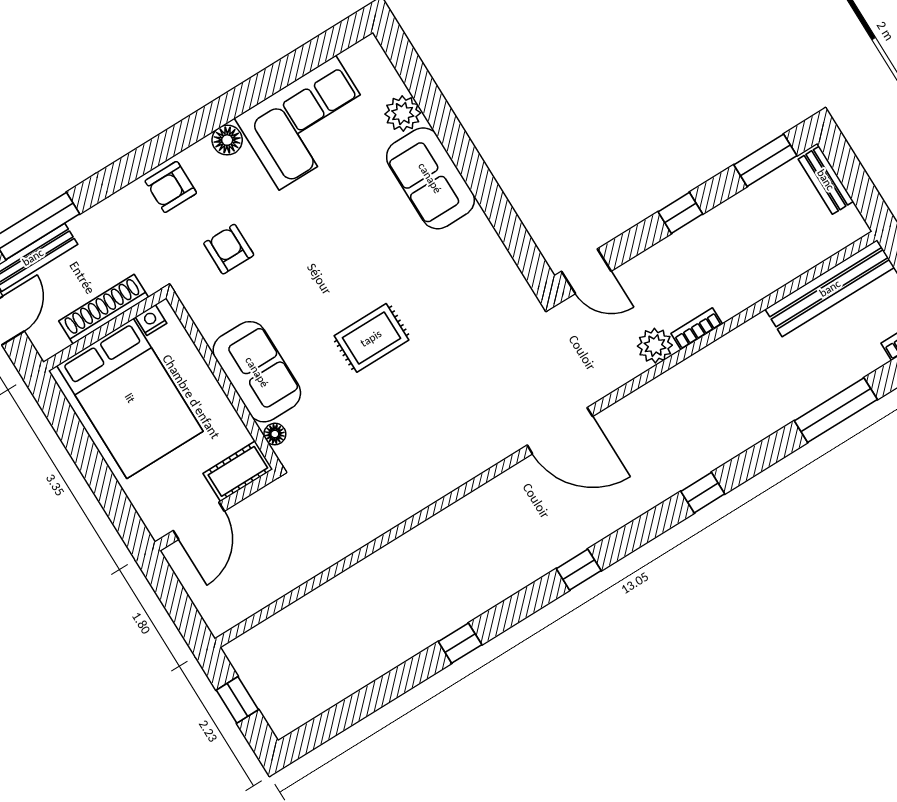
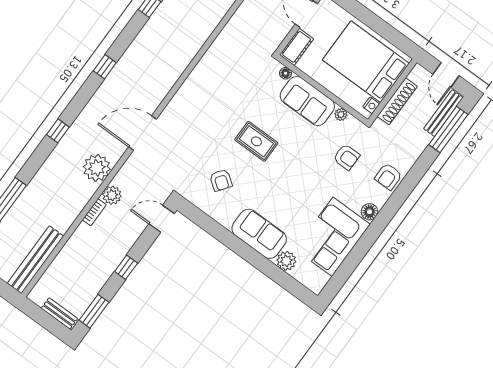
armchair: (171, 187) -> (388, 177), turned 180
armchair: (459, 296) -> (221, 180), added
plant: (209, 326) -> (341, 114), added
rug: (371, 338) -> (256, 141), turned 90
plant: (662, 403) -> (97, 168), added

